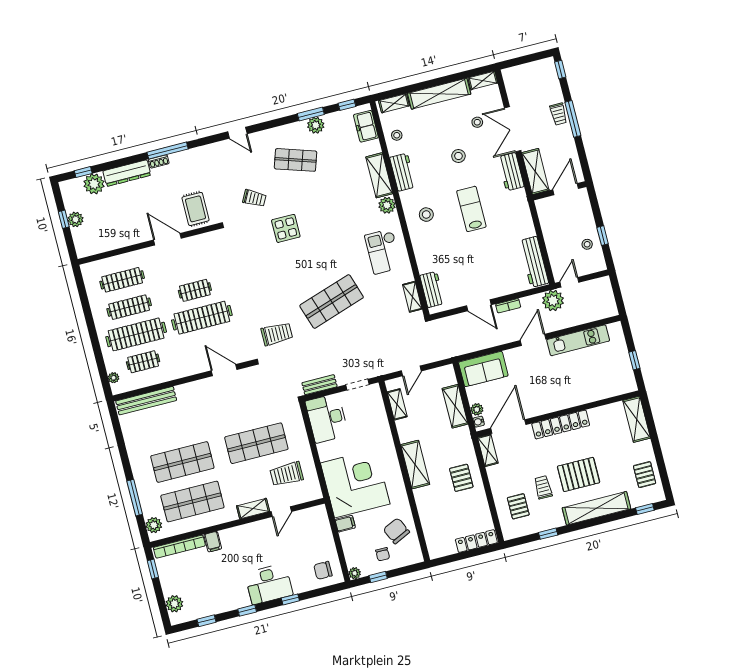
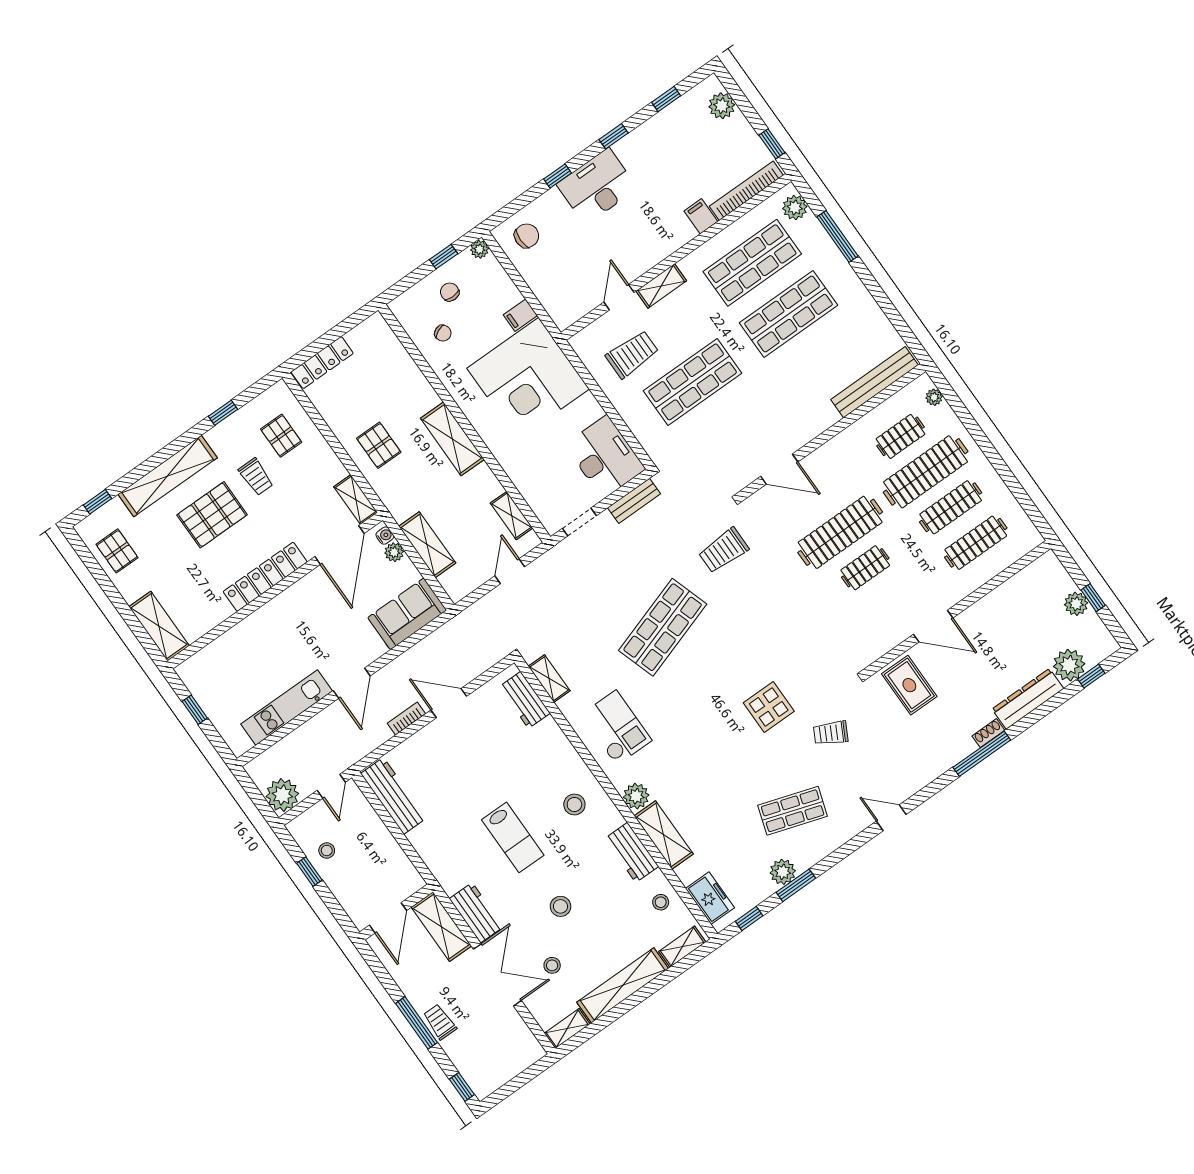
plant: (553, 300) -> (282, 795), moved
chair: (396, 531) -> (443, 333), width x0.54, depth x0.54

